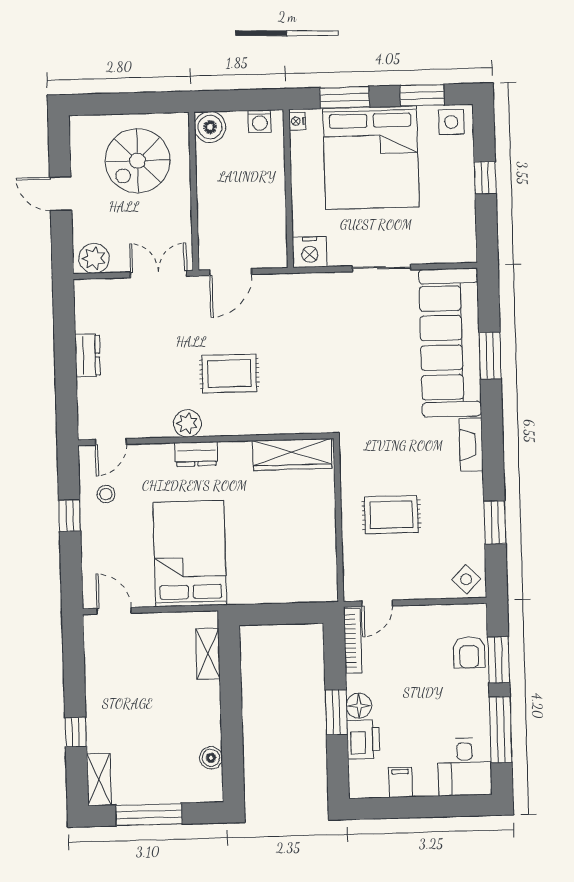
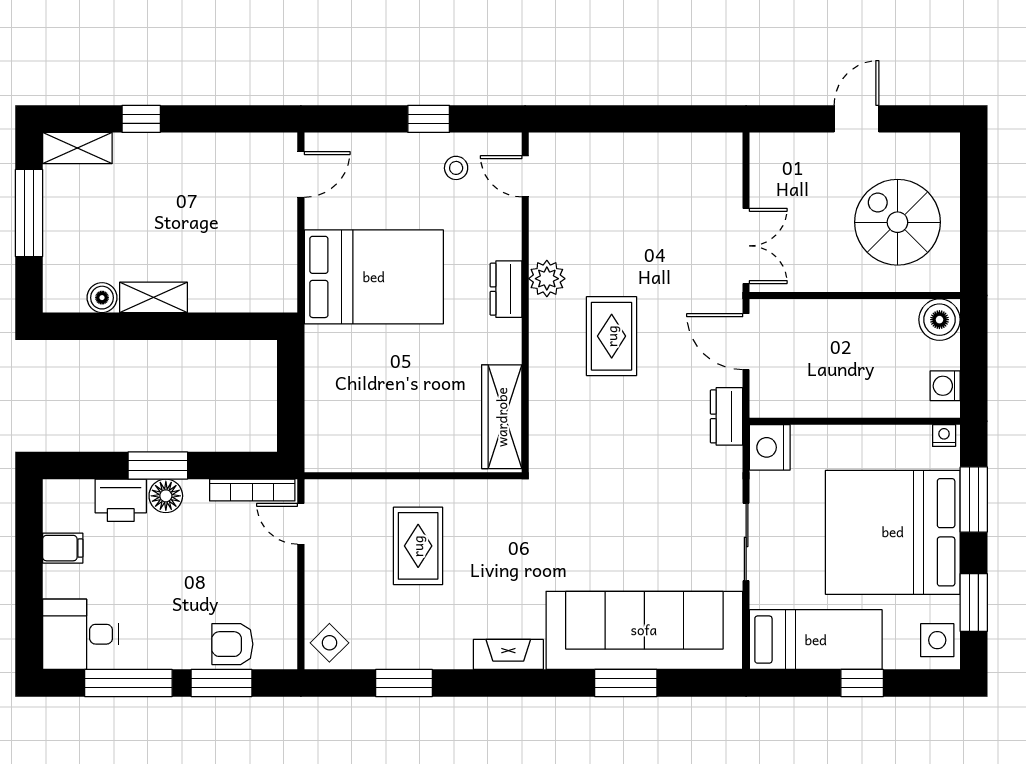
bed: (453, 213) -> (816, 640), added
plant: (94, 258) -> (769, 161), removed
dresser: (88, 355) -> (727, 416), moved, turned 90
shelving: (208, 654) -> (153, 297), moved

